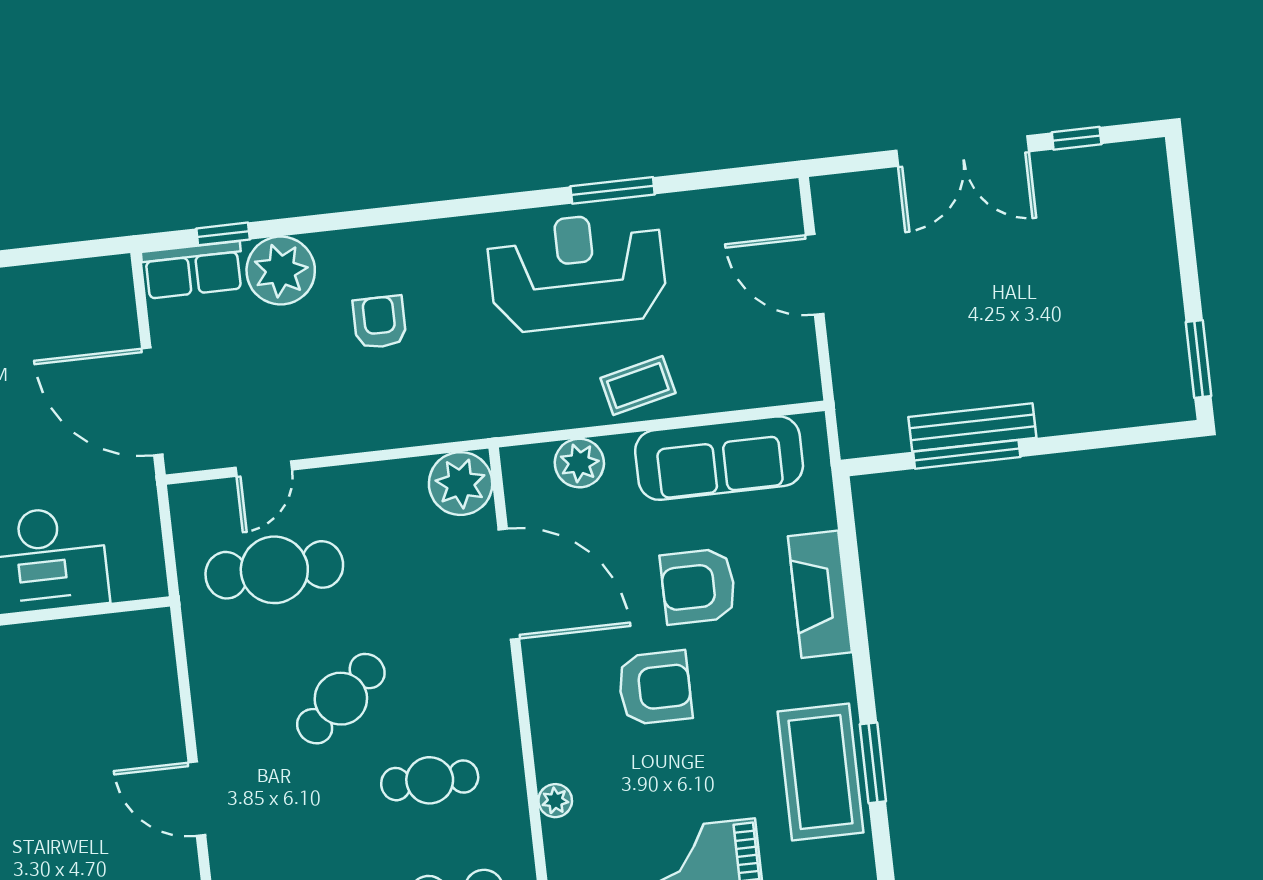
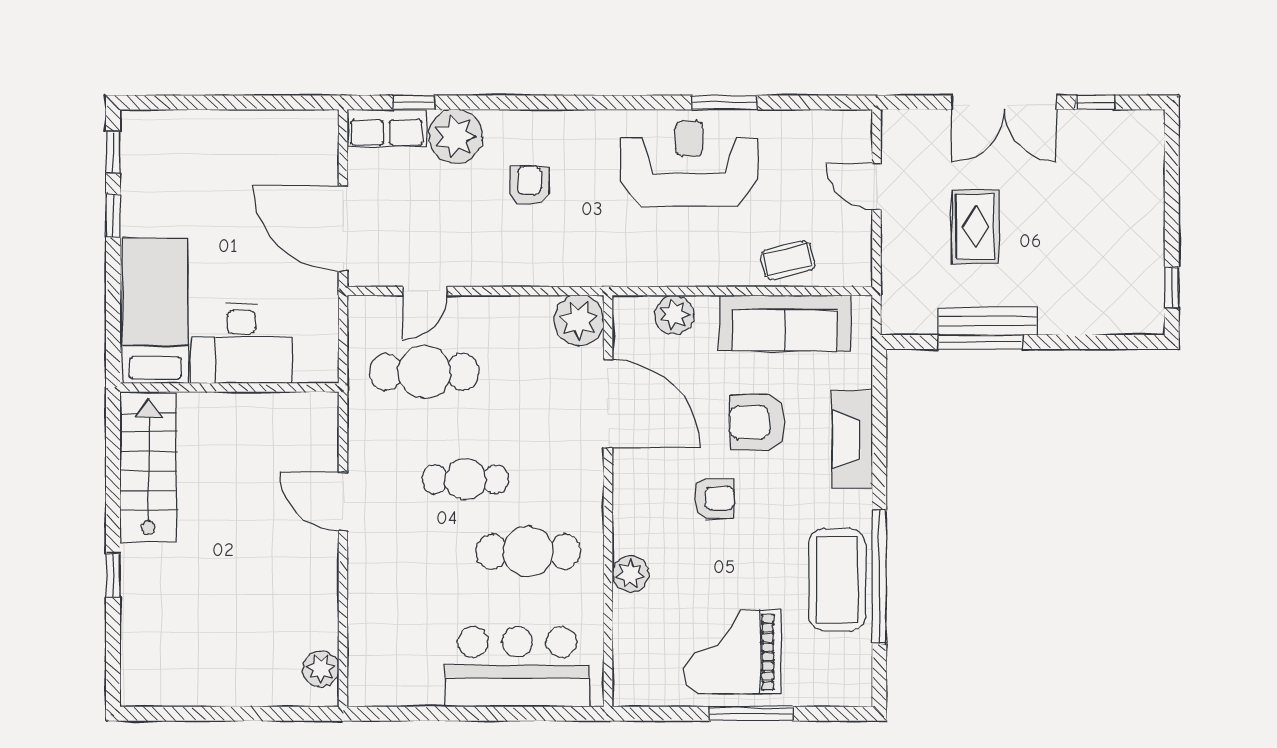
door: (815, 274) -> (876, 187), width x0.73
rug: (944, 311) -> (975, 227), added
window: (1199, 359) -> (1172, 287), width x0.67
coffee table: (638, 386) -> (788, 260), moved
armchair: (655, 688) -> (714, 498), width x0.72, depth x0.72
cafe table: (341, 699) -> (465, 479), turned 40
window: (873, 763) -> (879, 577), width x2.11
cafe table: (430, 780) -> (528, 552), width x1.37, depth x1.35
door: (197, 799) -> (343, 502), moved
plant: (555, 801) -> (630, 574), width x1.38, depth x1.38

